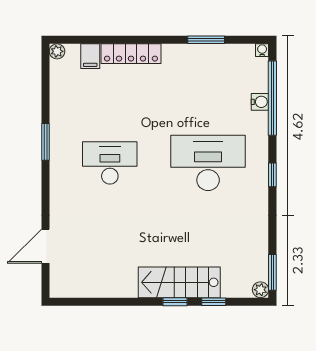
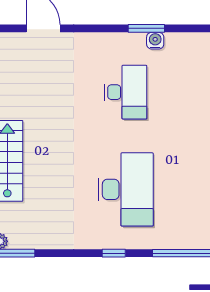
water cooler: (260, 102) -> (155, 41), moved, turned 180

